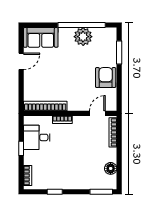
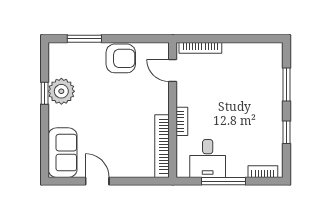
window: (82, 25) -> (45, 93), width x0.32
armchair: (106, 78) -> (121, 58), turned 180
window: (21, 148) -> (224, 181), width x2.17
floor lamp: (111, 168) -> (253, 51), removed
window: (101, 192) -> (287, 85), moved

